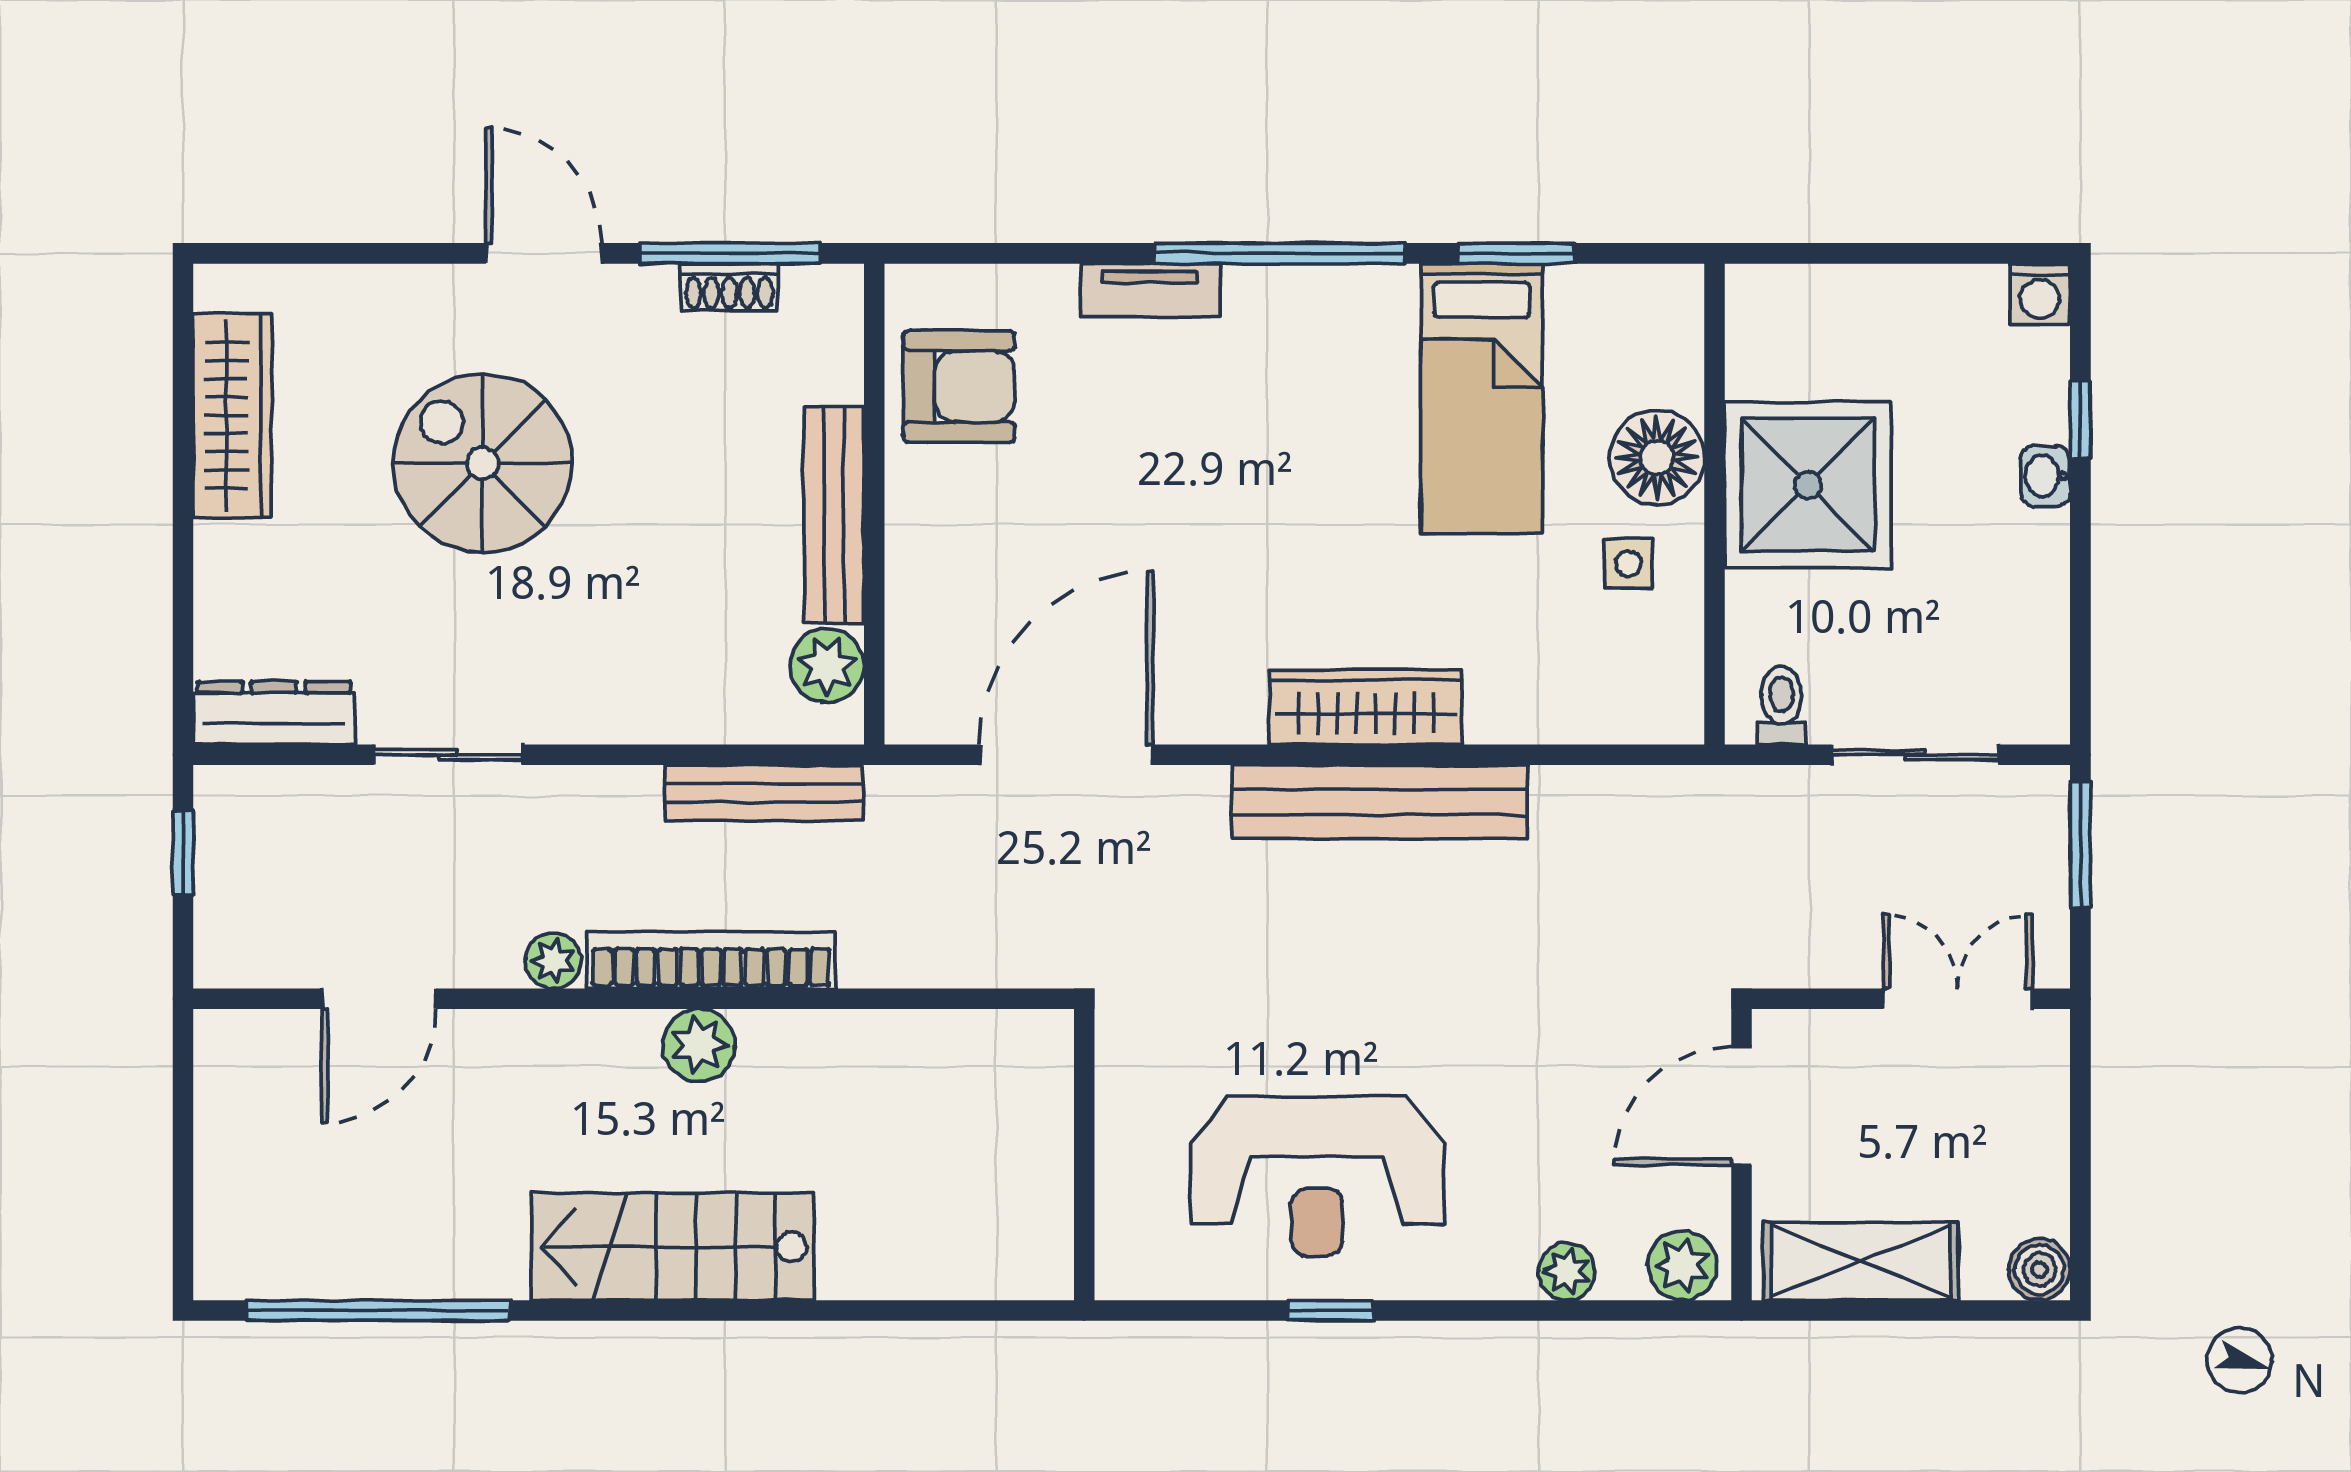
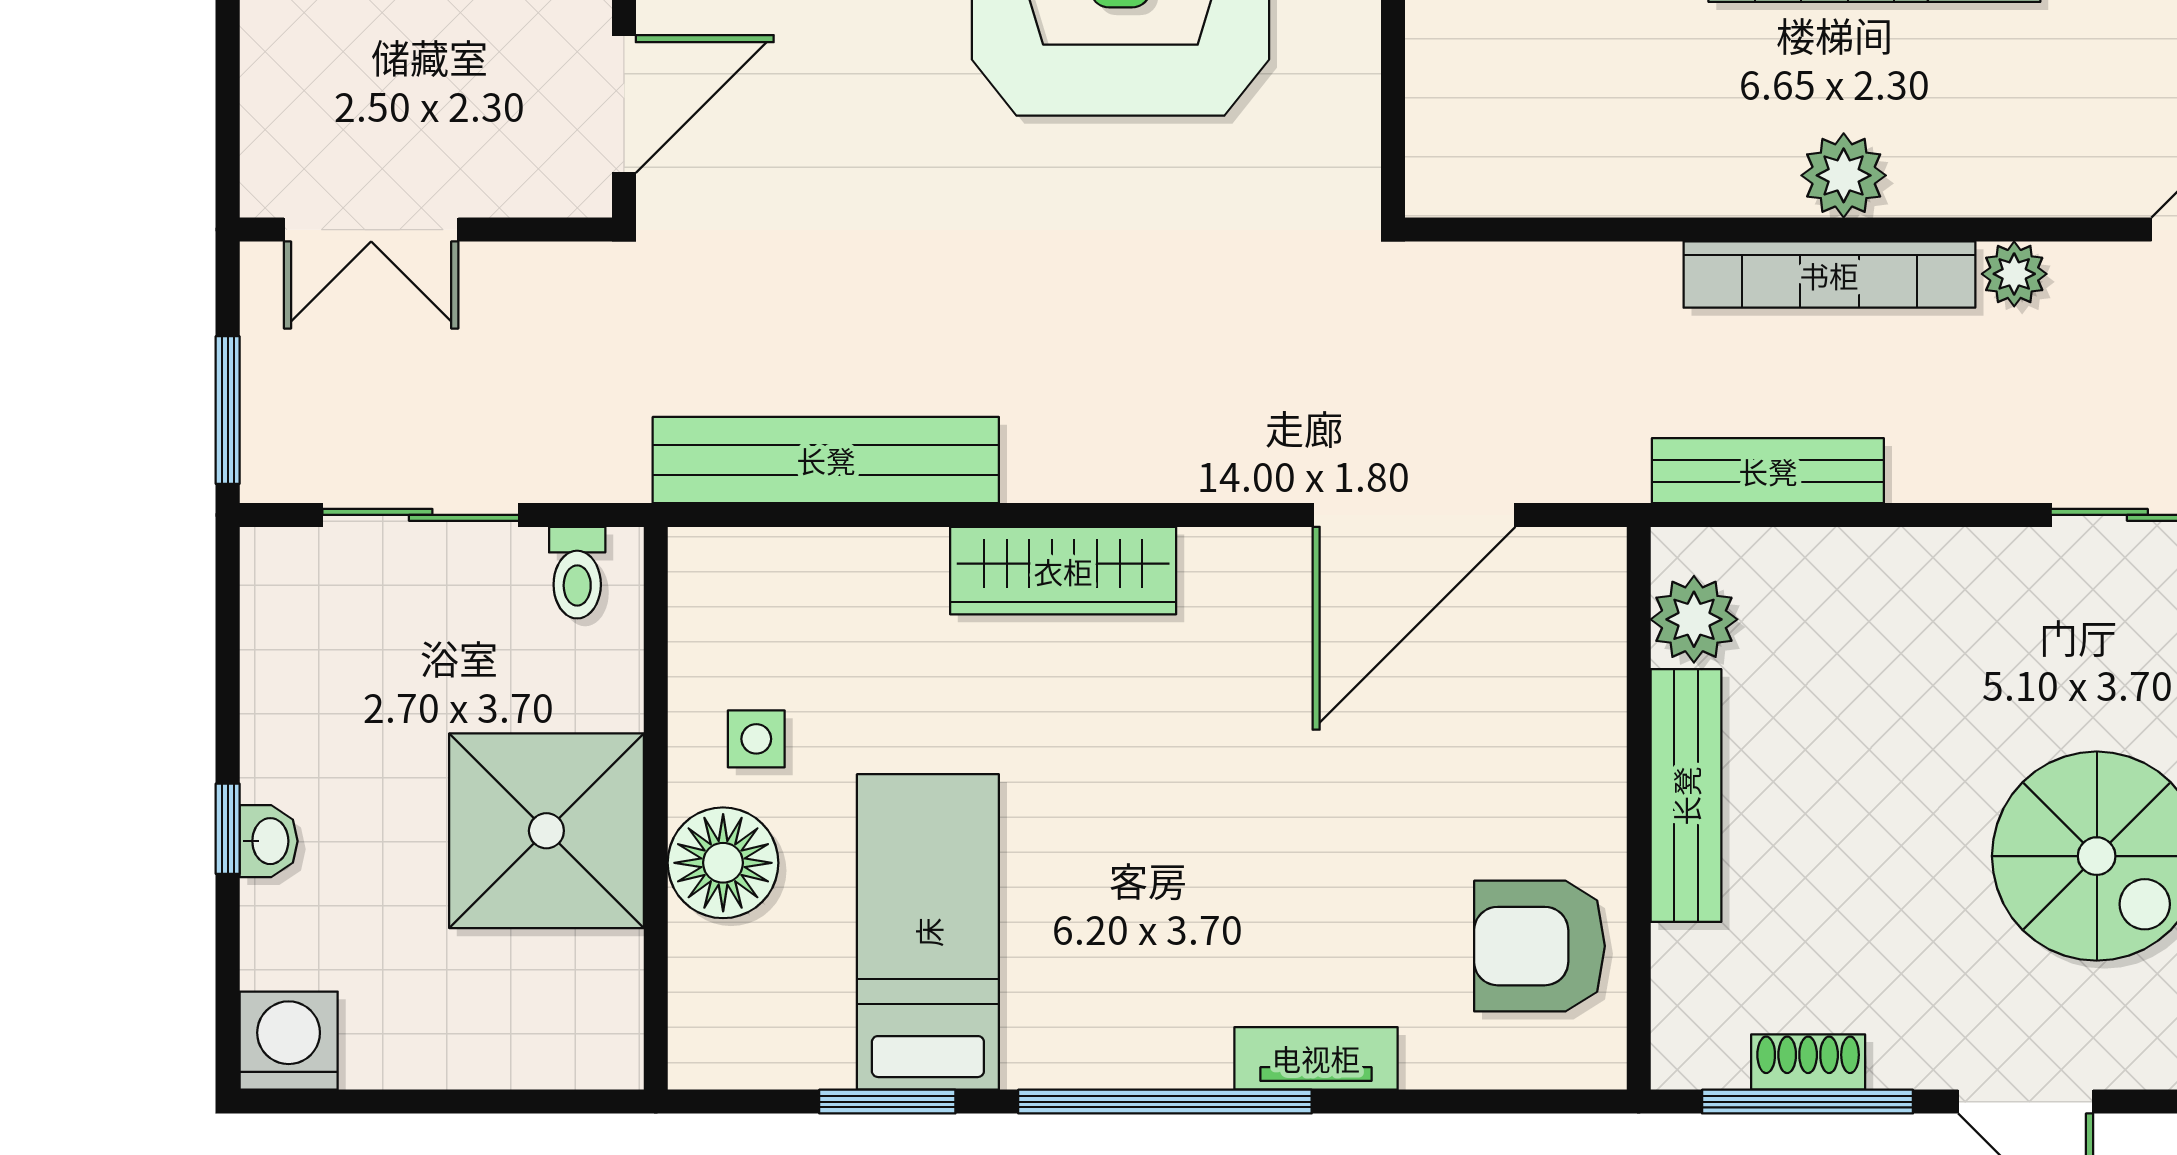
washing machine: (2040, 294) -> (289, 1041), width x1.38, depth x1.38
window: (2080, 420) -> (228, 829), moved
bench: (1379, 802) -> (826, 460), moved

